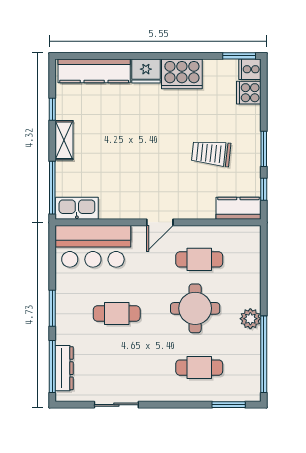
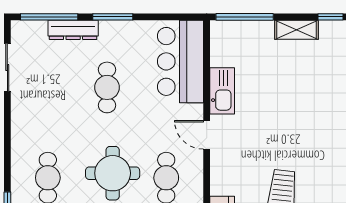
kitchen sink: (77, 208) -> (222, 91), moved
dresser: (64, 368) -> (73, 30), moved
sliding door: (116, 405) -> (7, 68), moved

